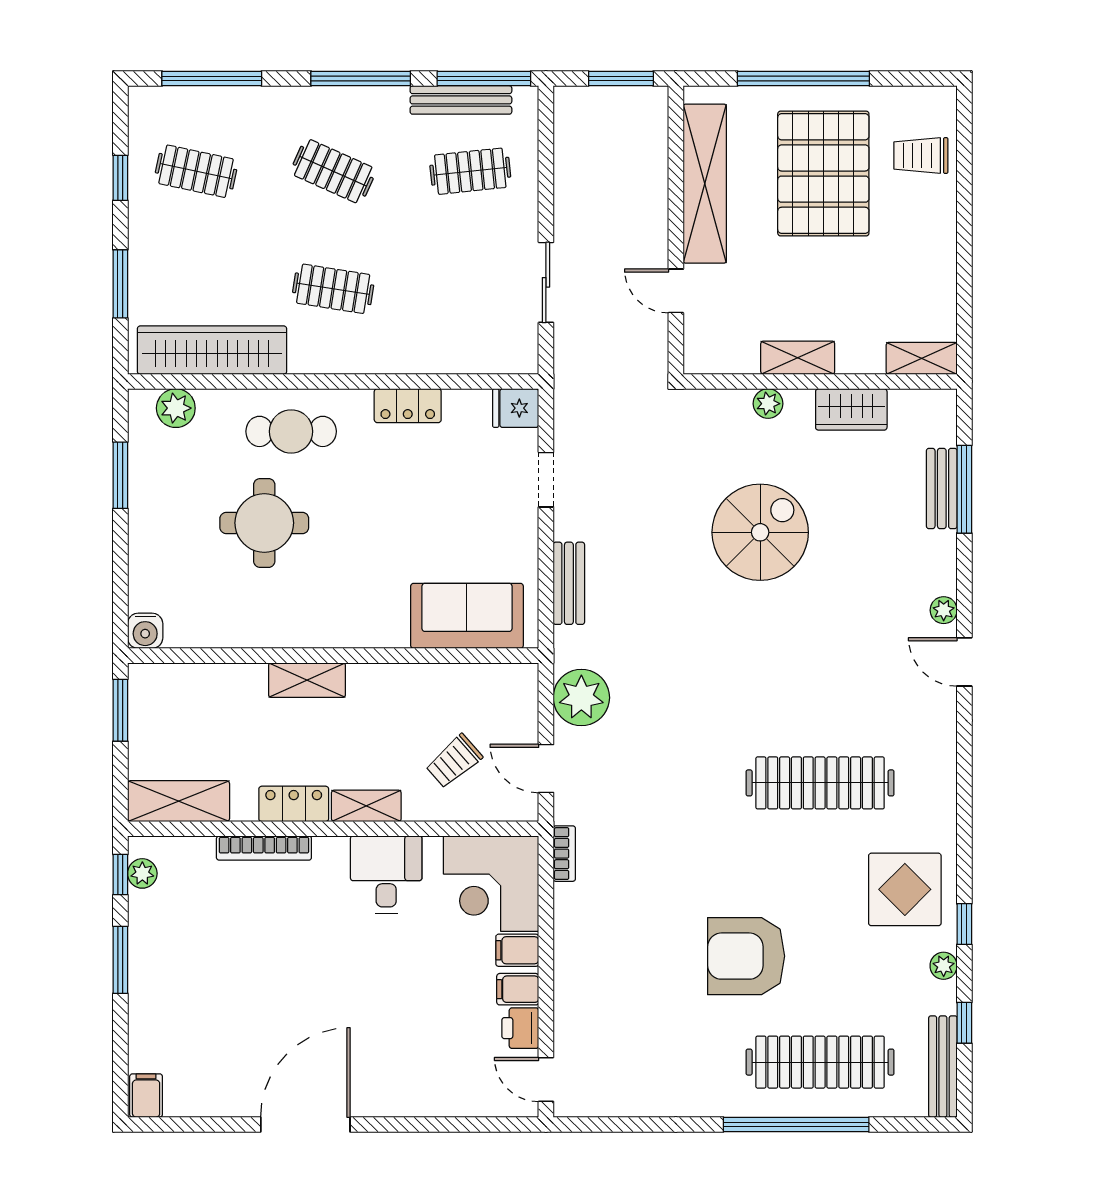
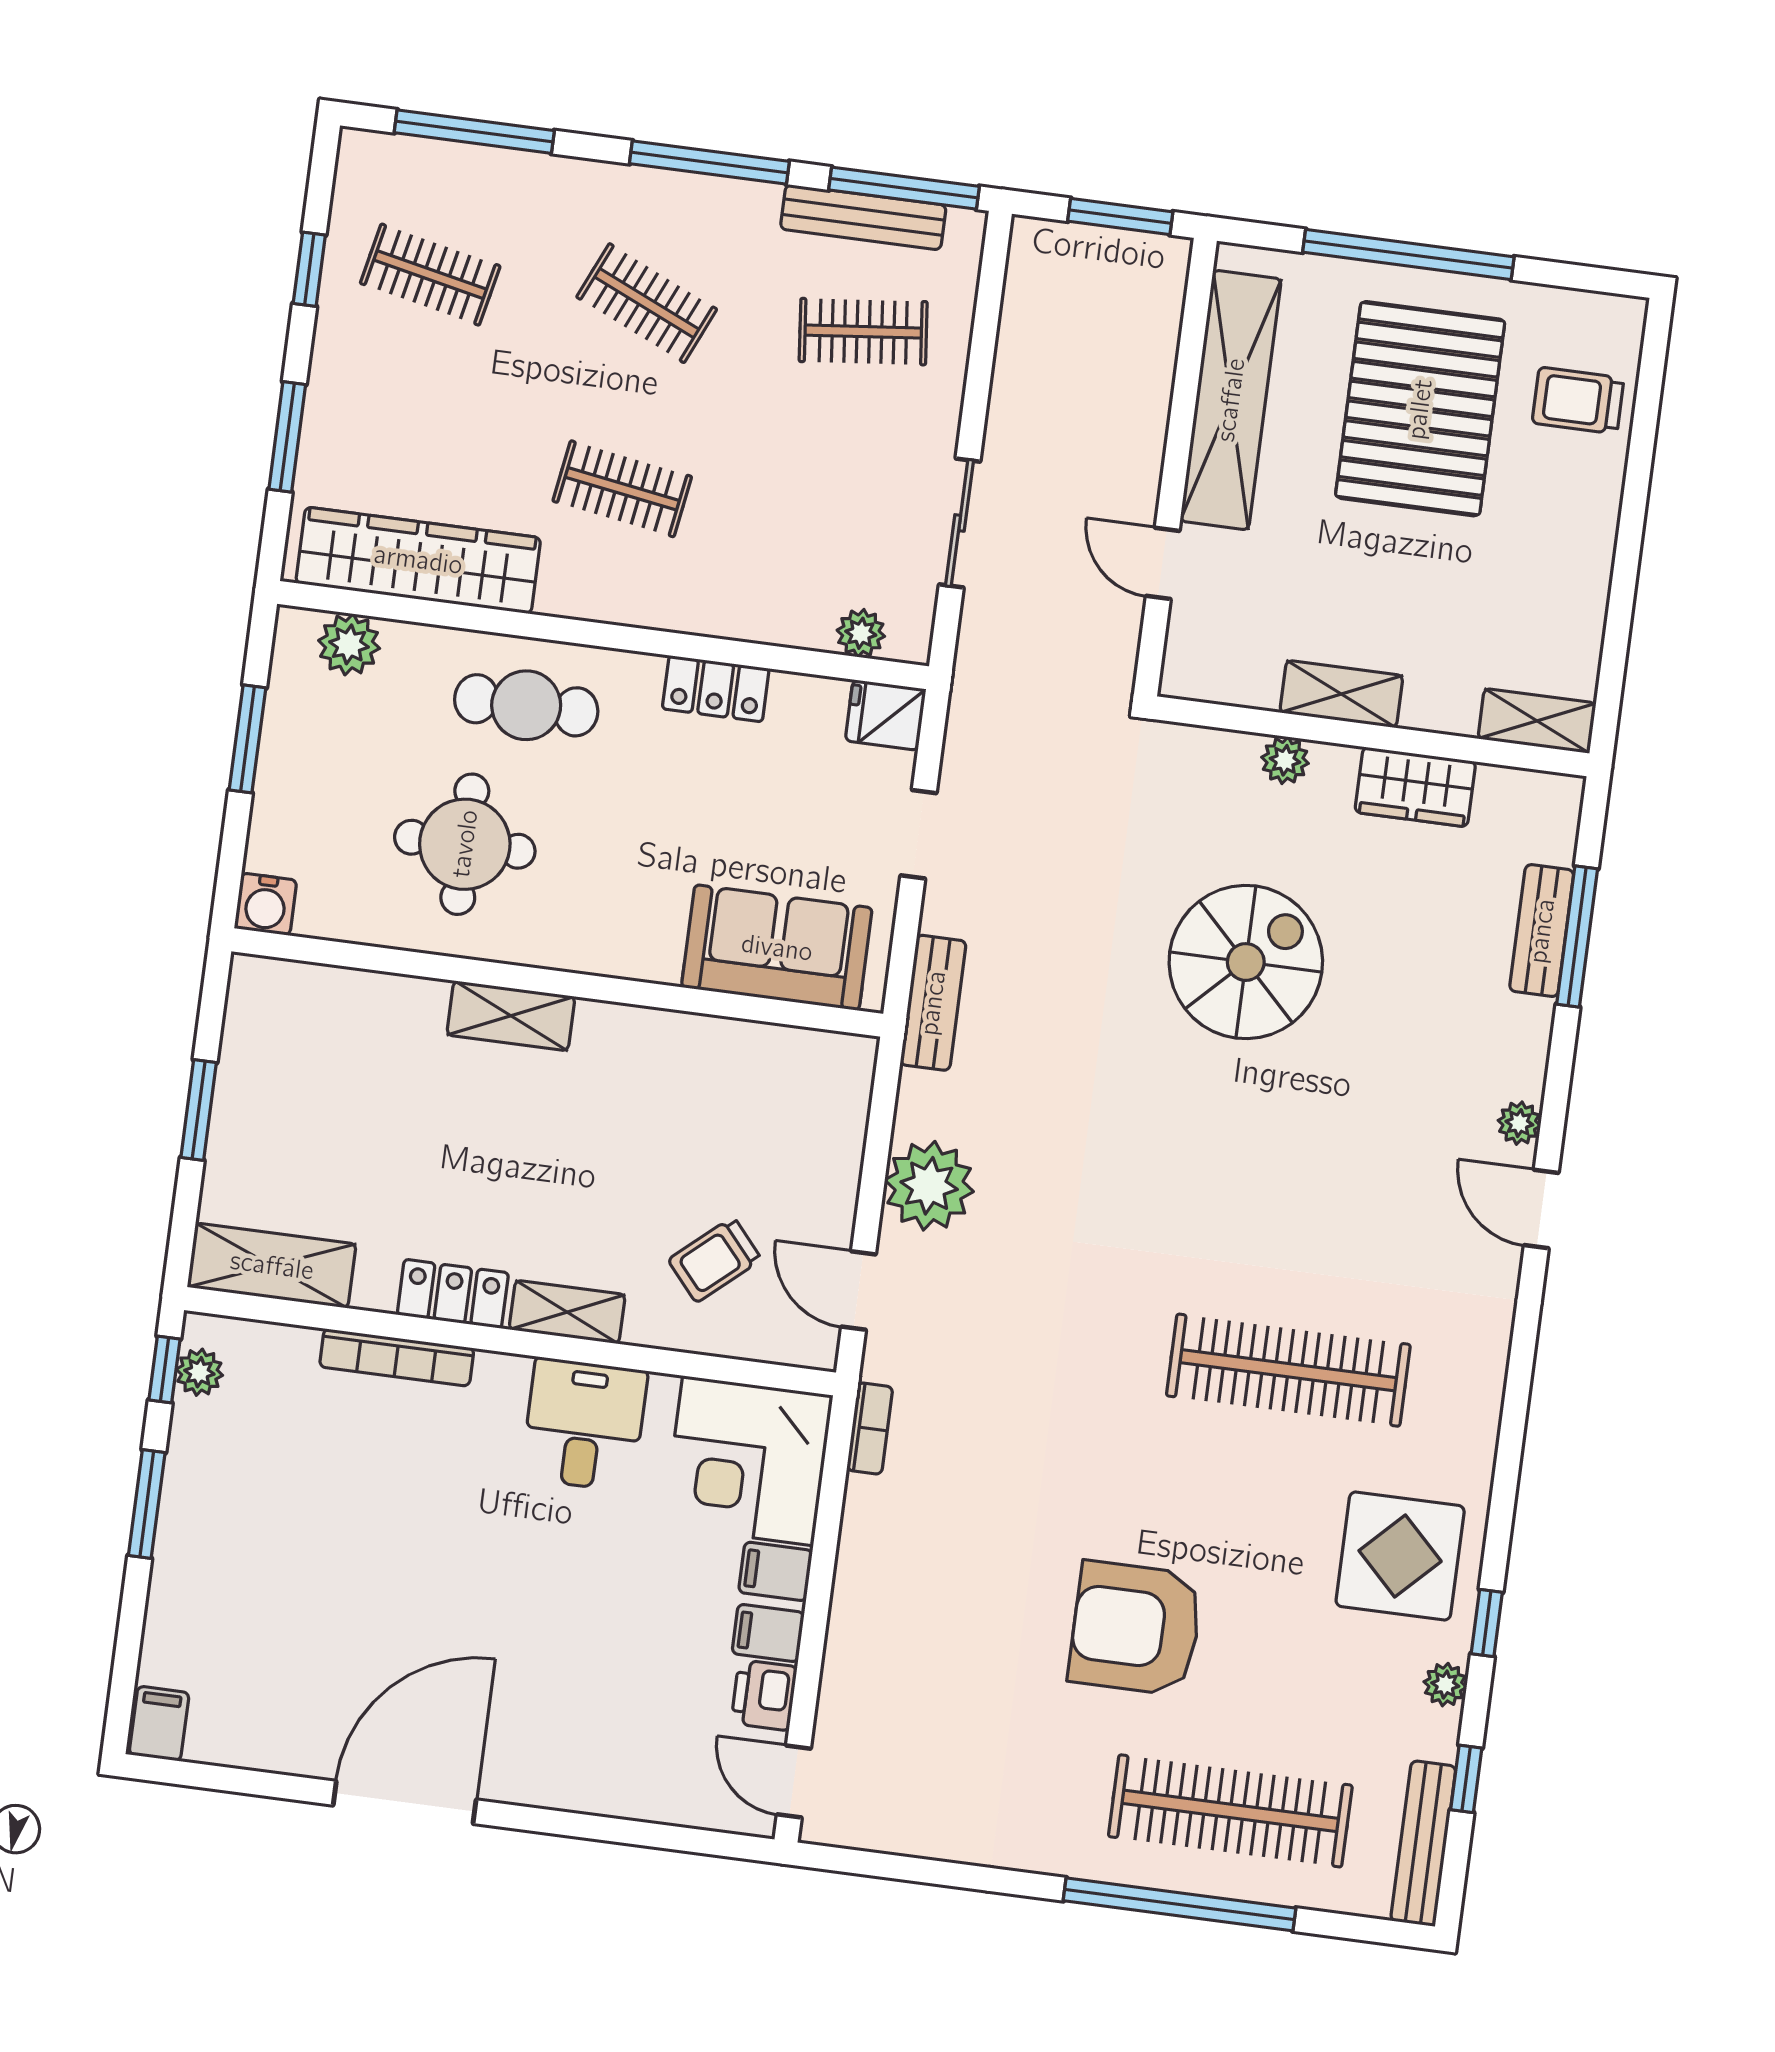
plant: (494, 359) -> (861, 633), added
sofa: (467, 616) -> (777, 948), moved
water cooler: (145, 631) -> (266, 904), moved
wall: (333, 656) -> (557, 982), moved
shelving: (307, 680) -> (511, 1016), moved

